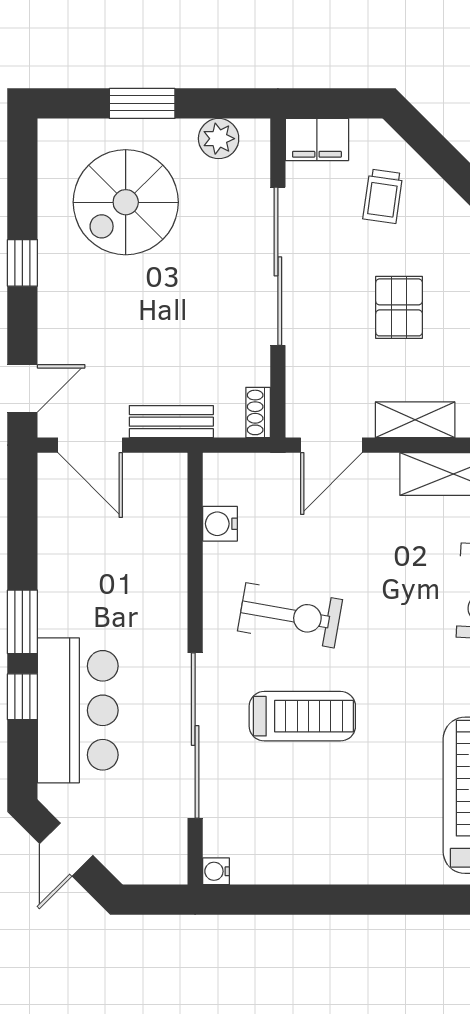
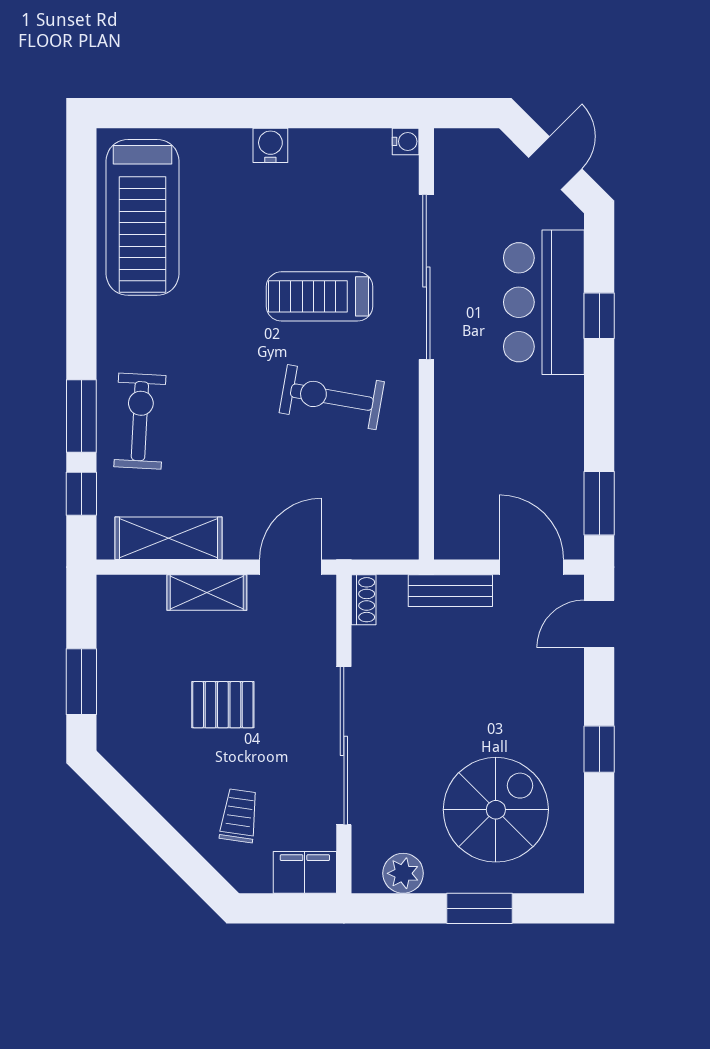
pallet: (399, 307) -> (223, 705), turned 90
water cooler: (220, 524) -> (270, 145), moved, turned -90
window: (22, 622) -> (599, 503), moved

